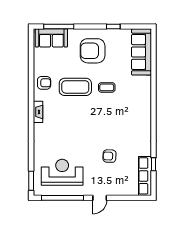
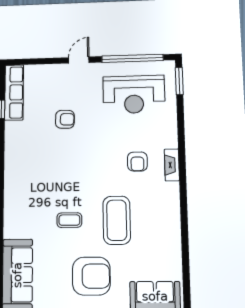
armchair: (44, 83) -> (137, 162), moved, turned -90
coffee table: (75, 87) -> (117, 220), turned 90
fireplace: (38, 112) -> (172, 165), moved

